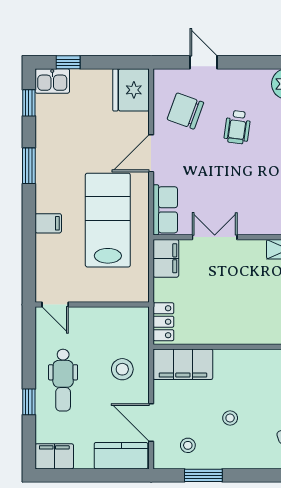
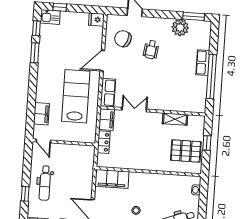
fridge: (131, 90) -> (96, 20), width x0.53, depth x0.75
window: (29, 166) -> (35, 53), moved
filing cabinet: (48, 223) -> (41, 114), moved, width x2.00
locker: (163, 322) -> (104, 142), moved
stool: (122, 369) -> (78, 179), removed

